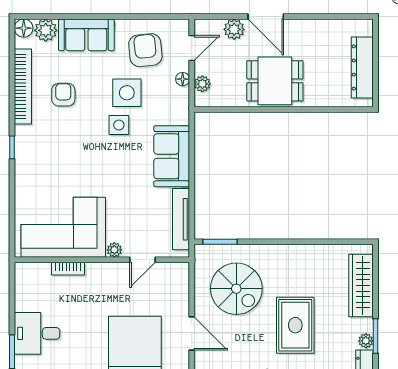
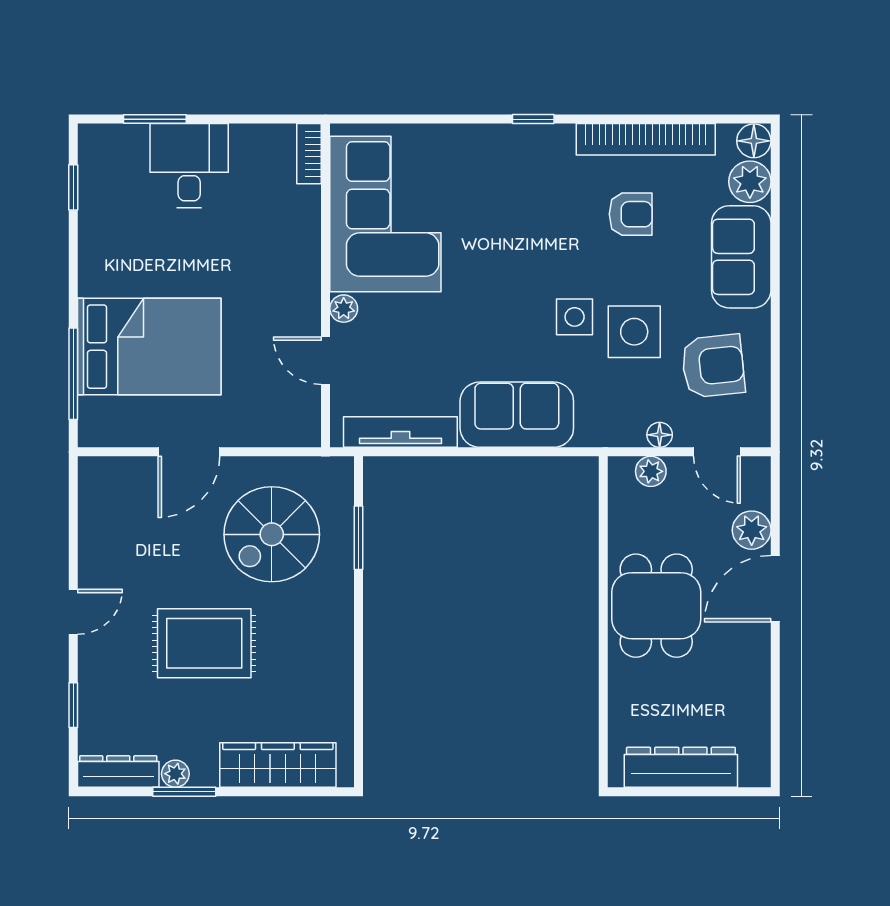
window: (220, 242) -> (358, 538), moved
bookcase: (68, 269) -> (309, 154), moved

